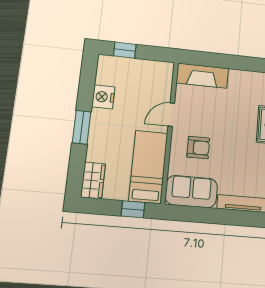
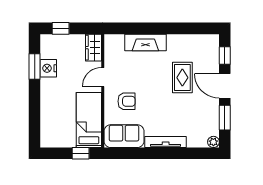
fireplace: (202, 76) -> (145, 43), moved
window: (82, 127) -> (35, 67), moved
wardrobe: (93, 180) -> (93, 48), moved, turned 180

